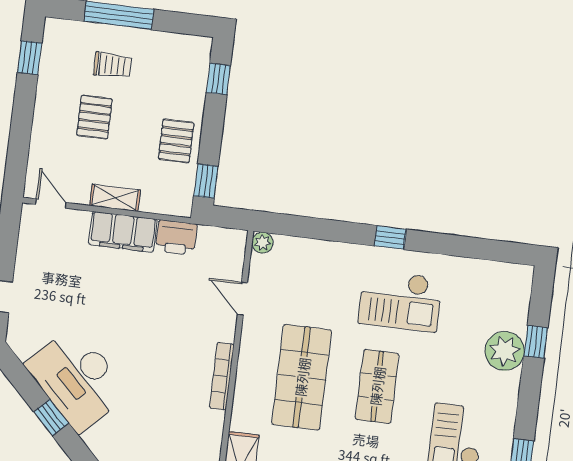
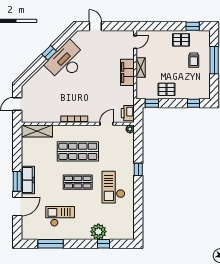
pallet: (94, 117) -> (181, 40), moved
printer: (176, 237) -> (128, 113), moved
window: (390, 238) -> (138, 169), moved

